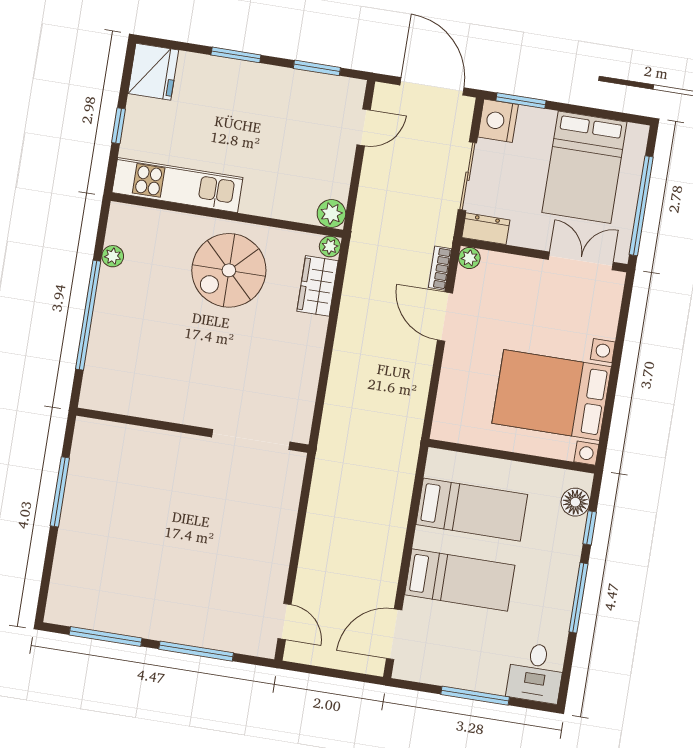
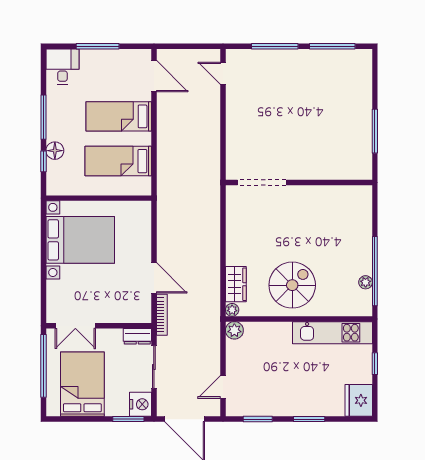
plant: (469, 258) -> (145, 317), removed
bookcase: (440, 268) -> (162, 315), width x1.56
window: (88, 315) -> (375, 271), moved
floor lamp: (575, 502) -> (55, 151), moved
door: (394, 634) -> (154, 76), hinge flipped

